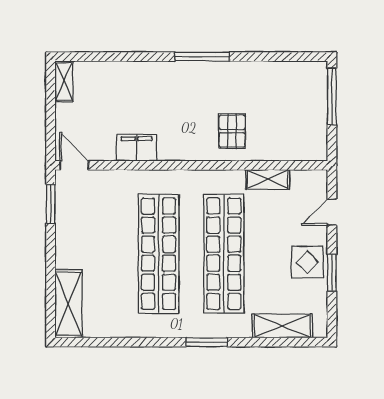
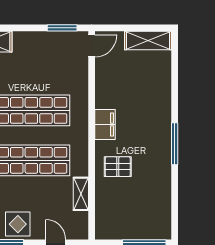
shelving: (64, 81) -> (148, 41), width x1.50, depth x1.33
filing cabinet: (137, 148) -> (105, 125), moved

